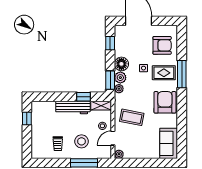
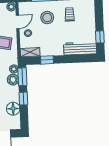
window: (110, 43) -> (23, 99), moved
floor lamp: (121, 64) -> (13, 109), moved
workbench: (73, 107) -> (80, 48), moved

